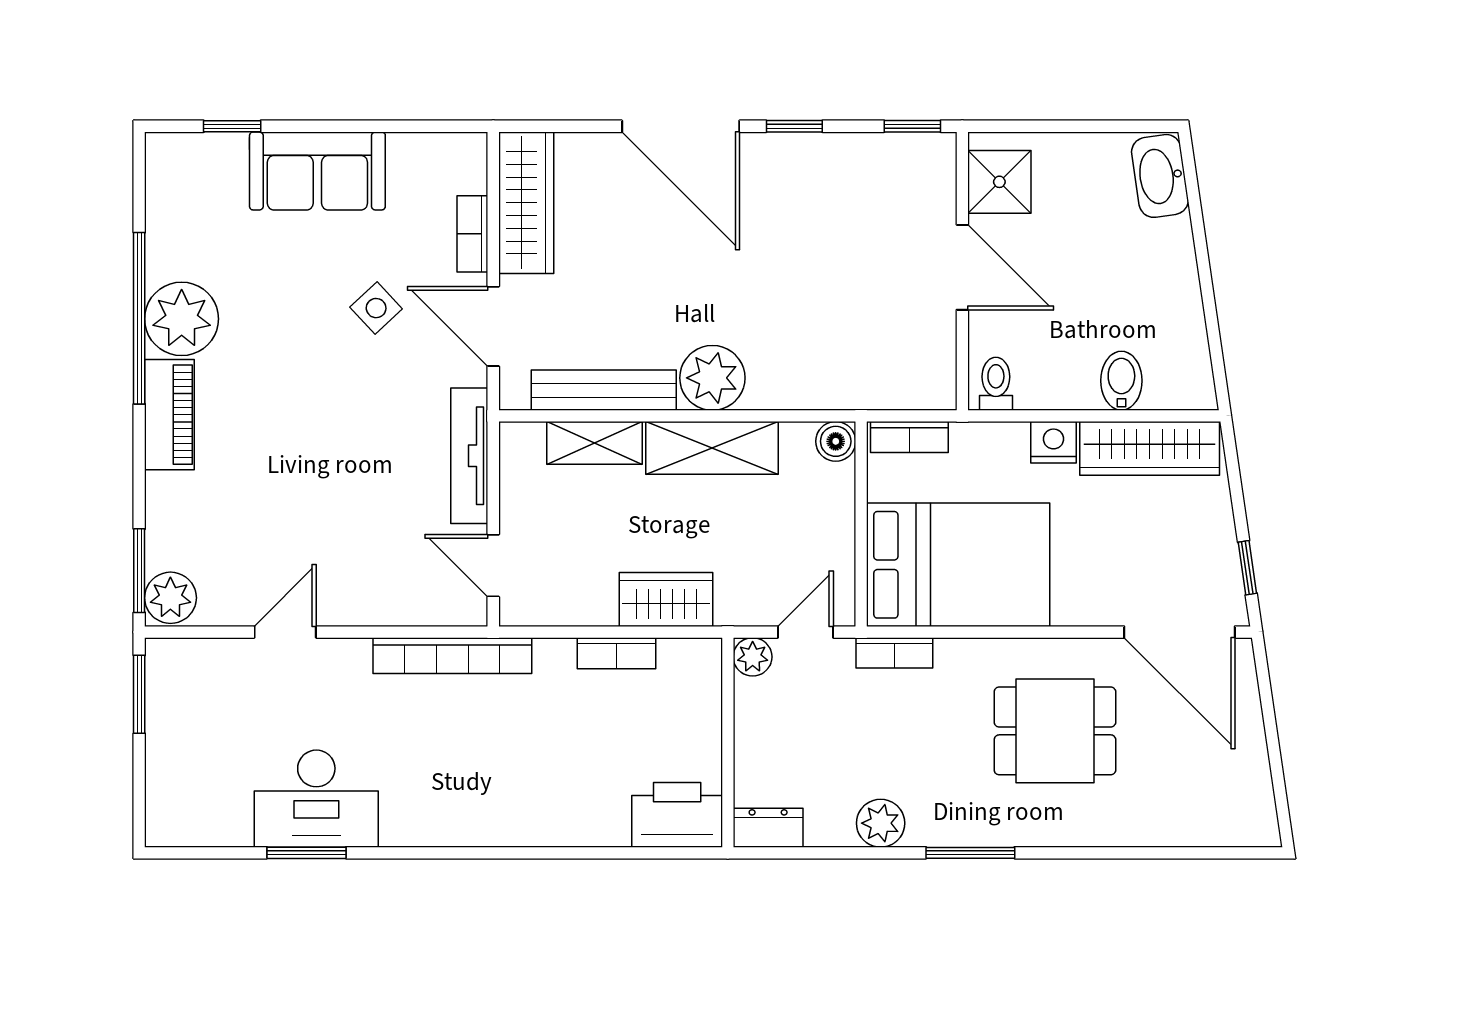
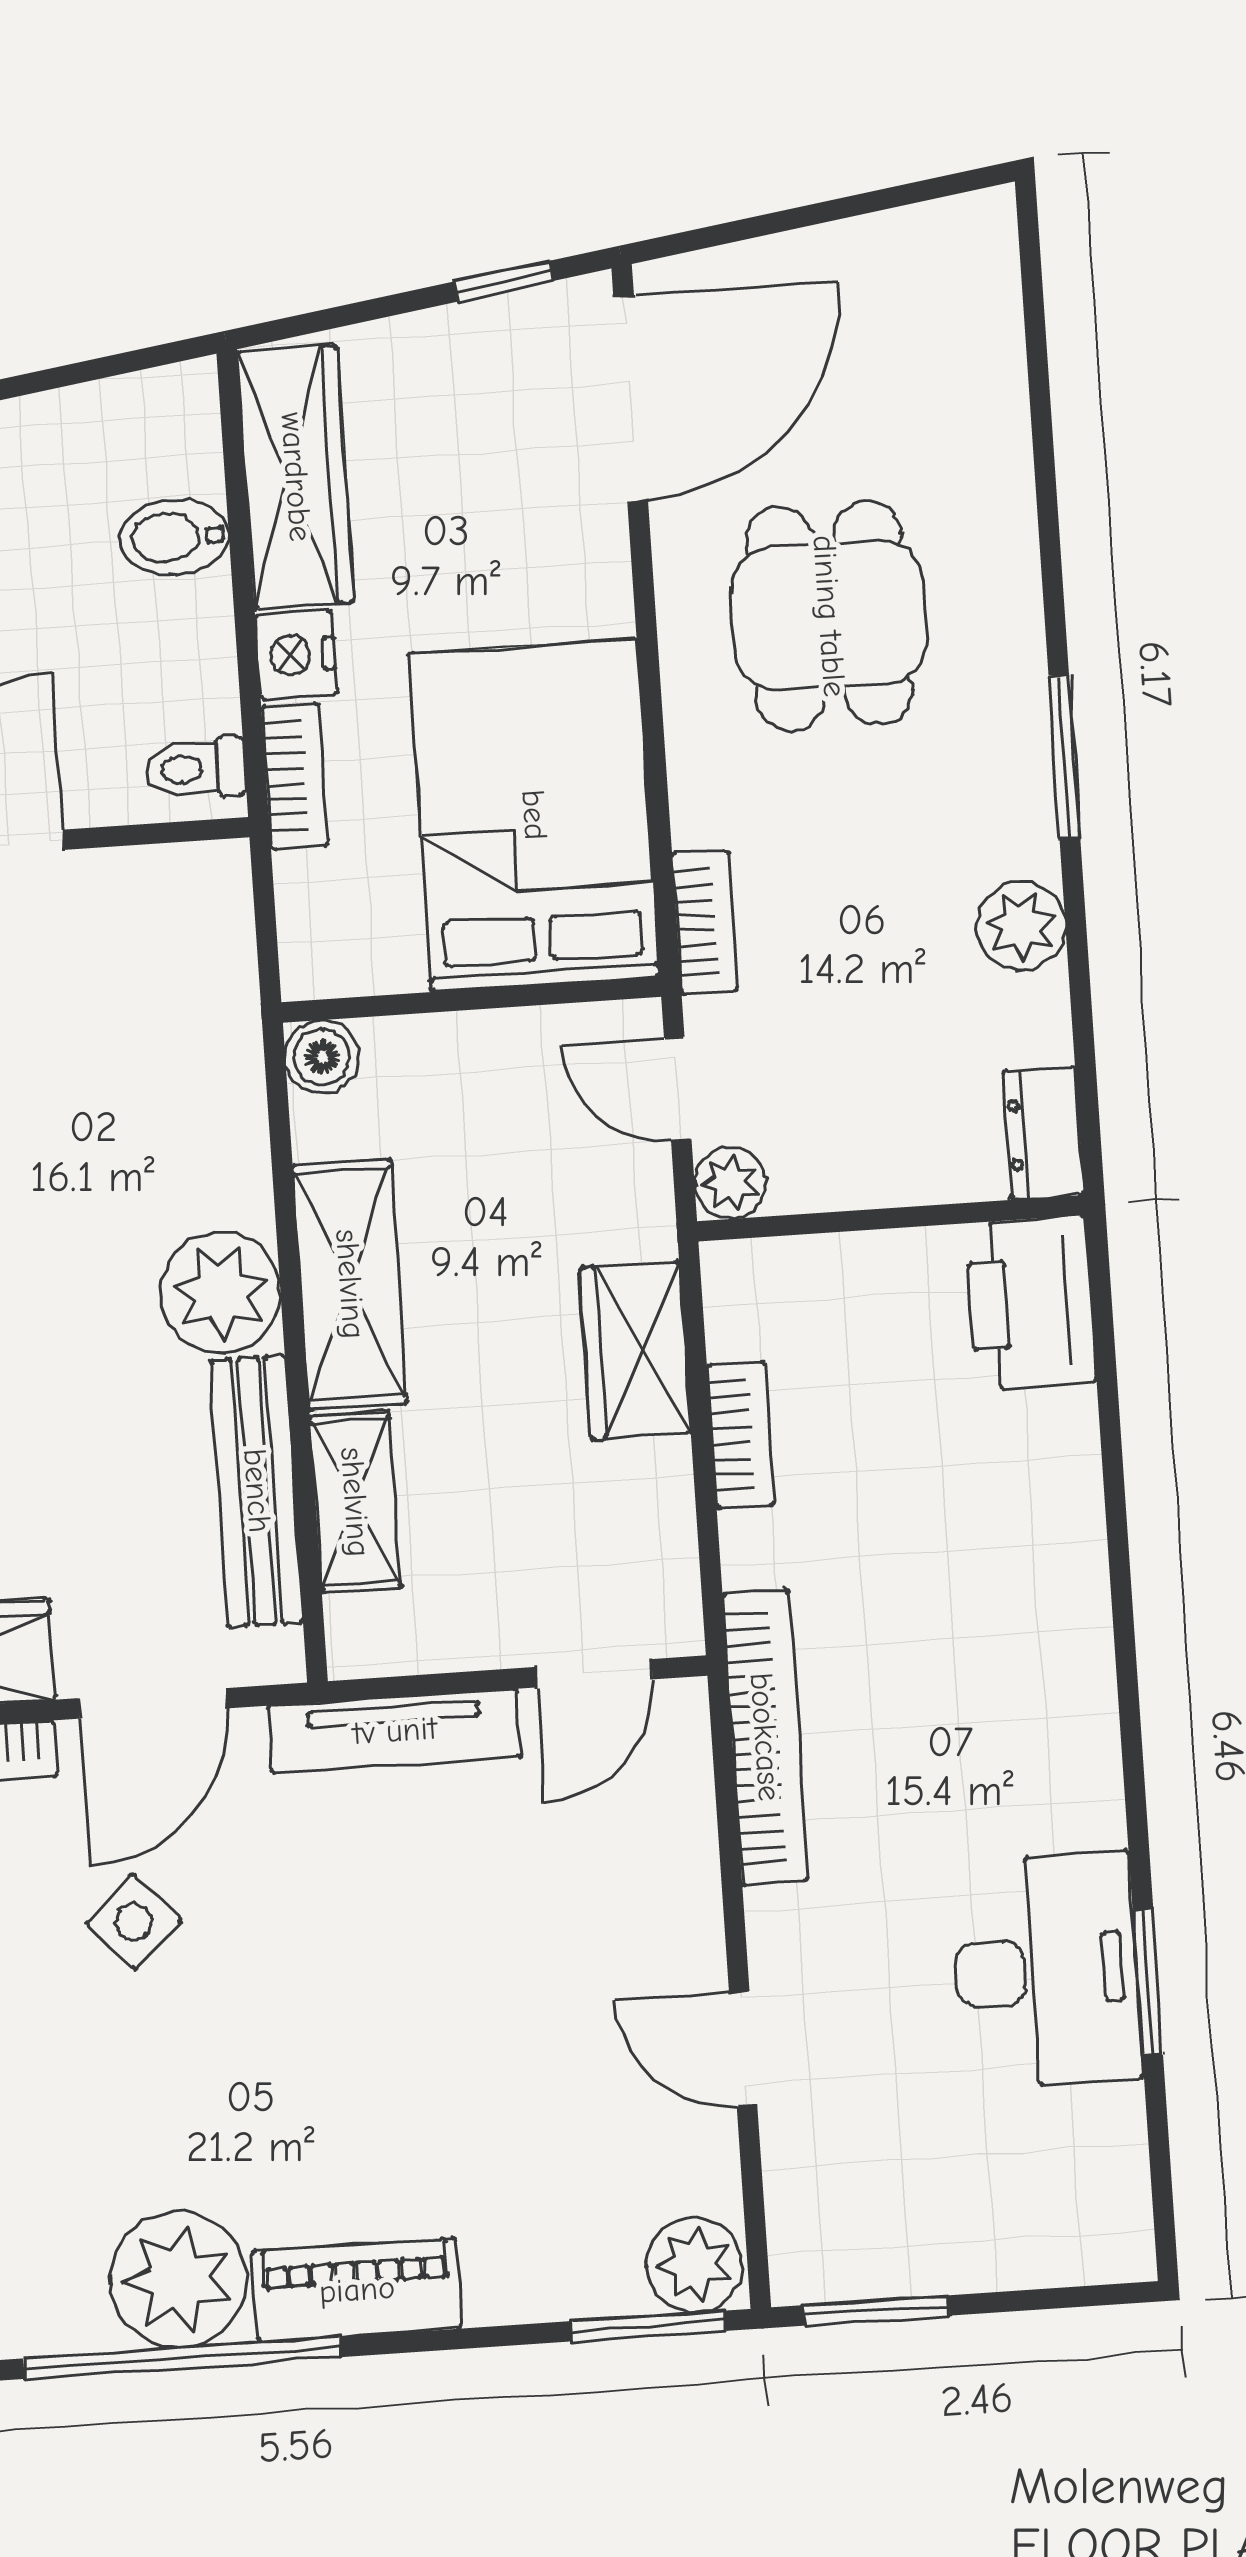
bookcase: (909, 437) -> (295, 776), moved

